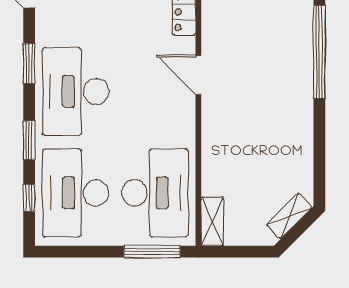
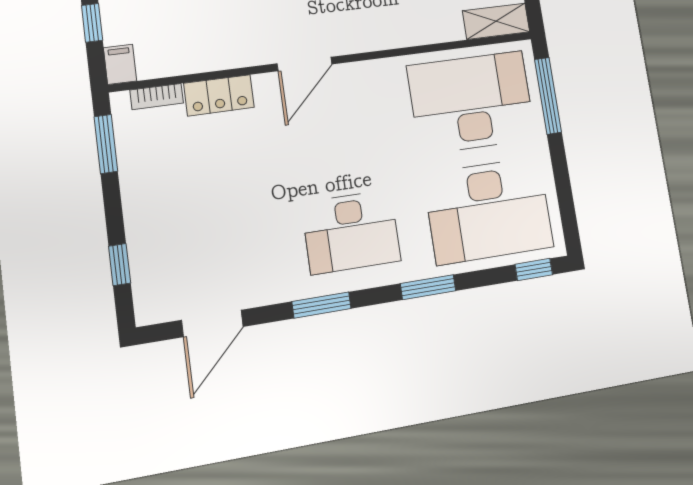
desk: (76, 91) -> (351, 232), width x0.73, depth x0.77
window: (29, 198) -> (534, 269), moved

